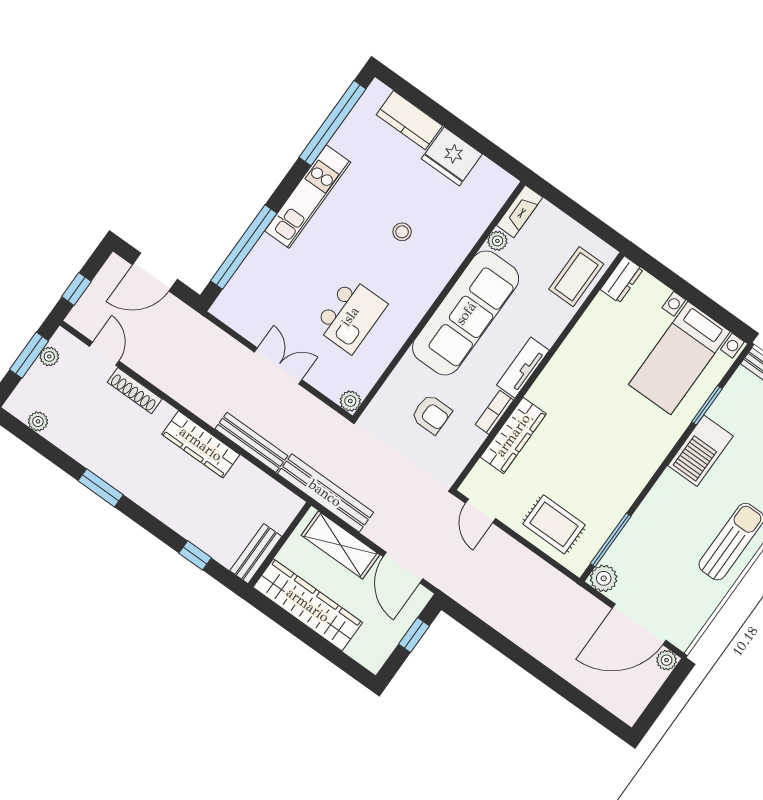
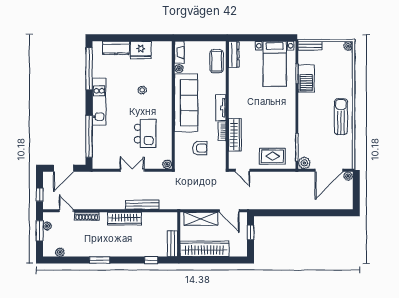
dresser: (622, 280) -> (234, 55), width x1.44
barbecue: (700, 451) -> (306, 79), moved
bench: (325, 493) -> (182, 204), removed

